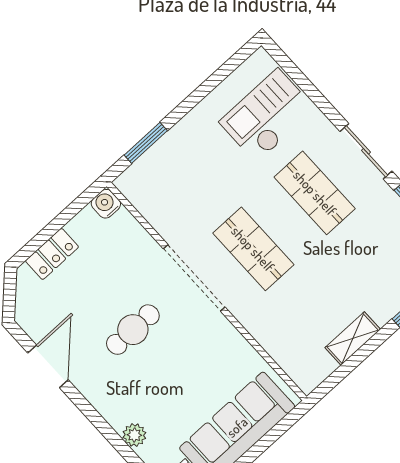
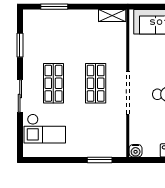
sliding door: (366, 151) -> (20, 96), moved
shelving: (353, 339) -> (112, 16), moved

